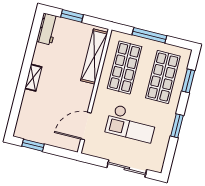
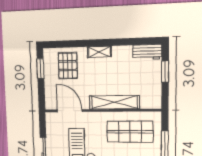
shelving: (94, 57) -> (114, 102), moved
pallet: (38, 115) -> (68, 66), added

